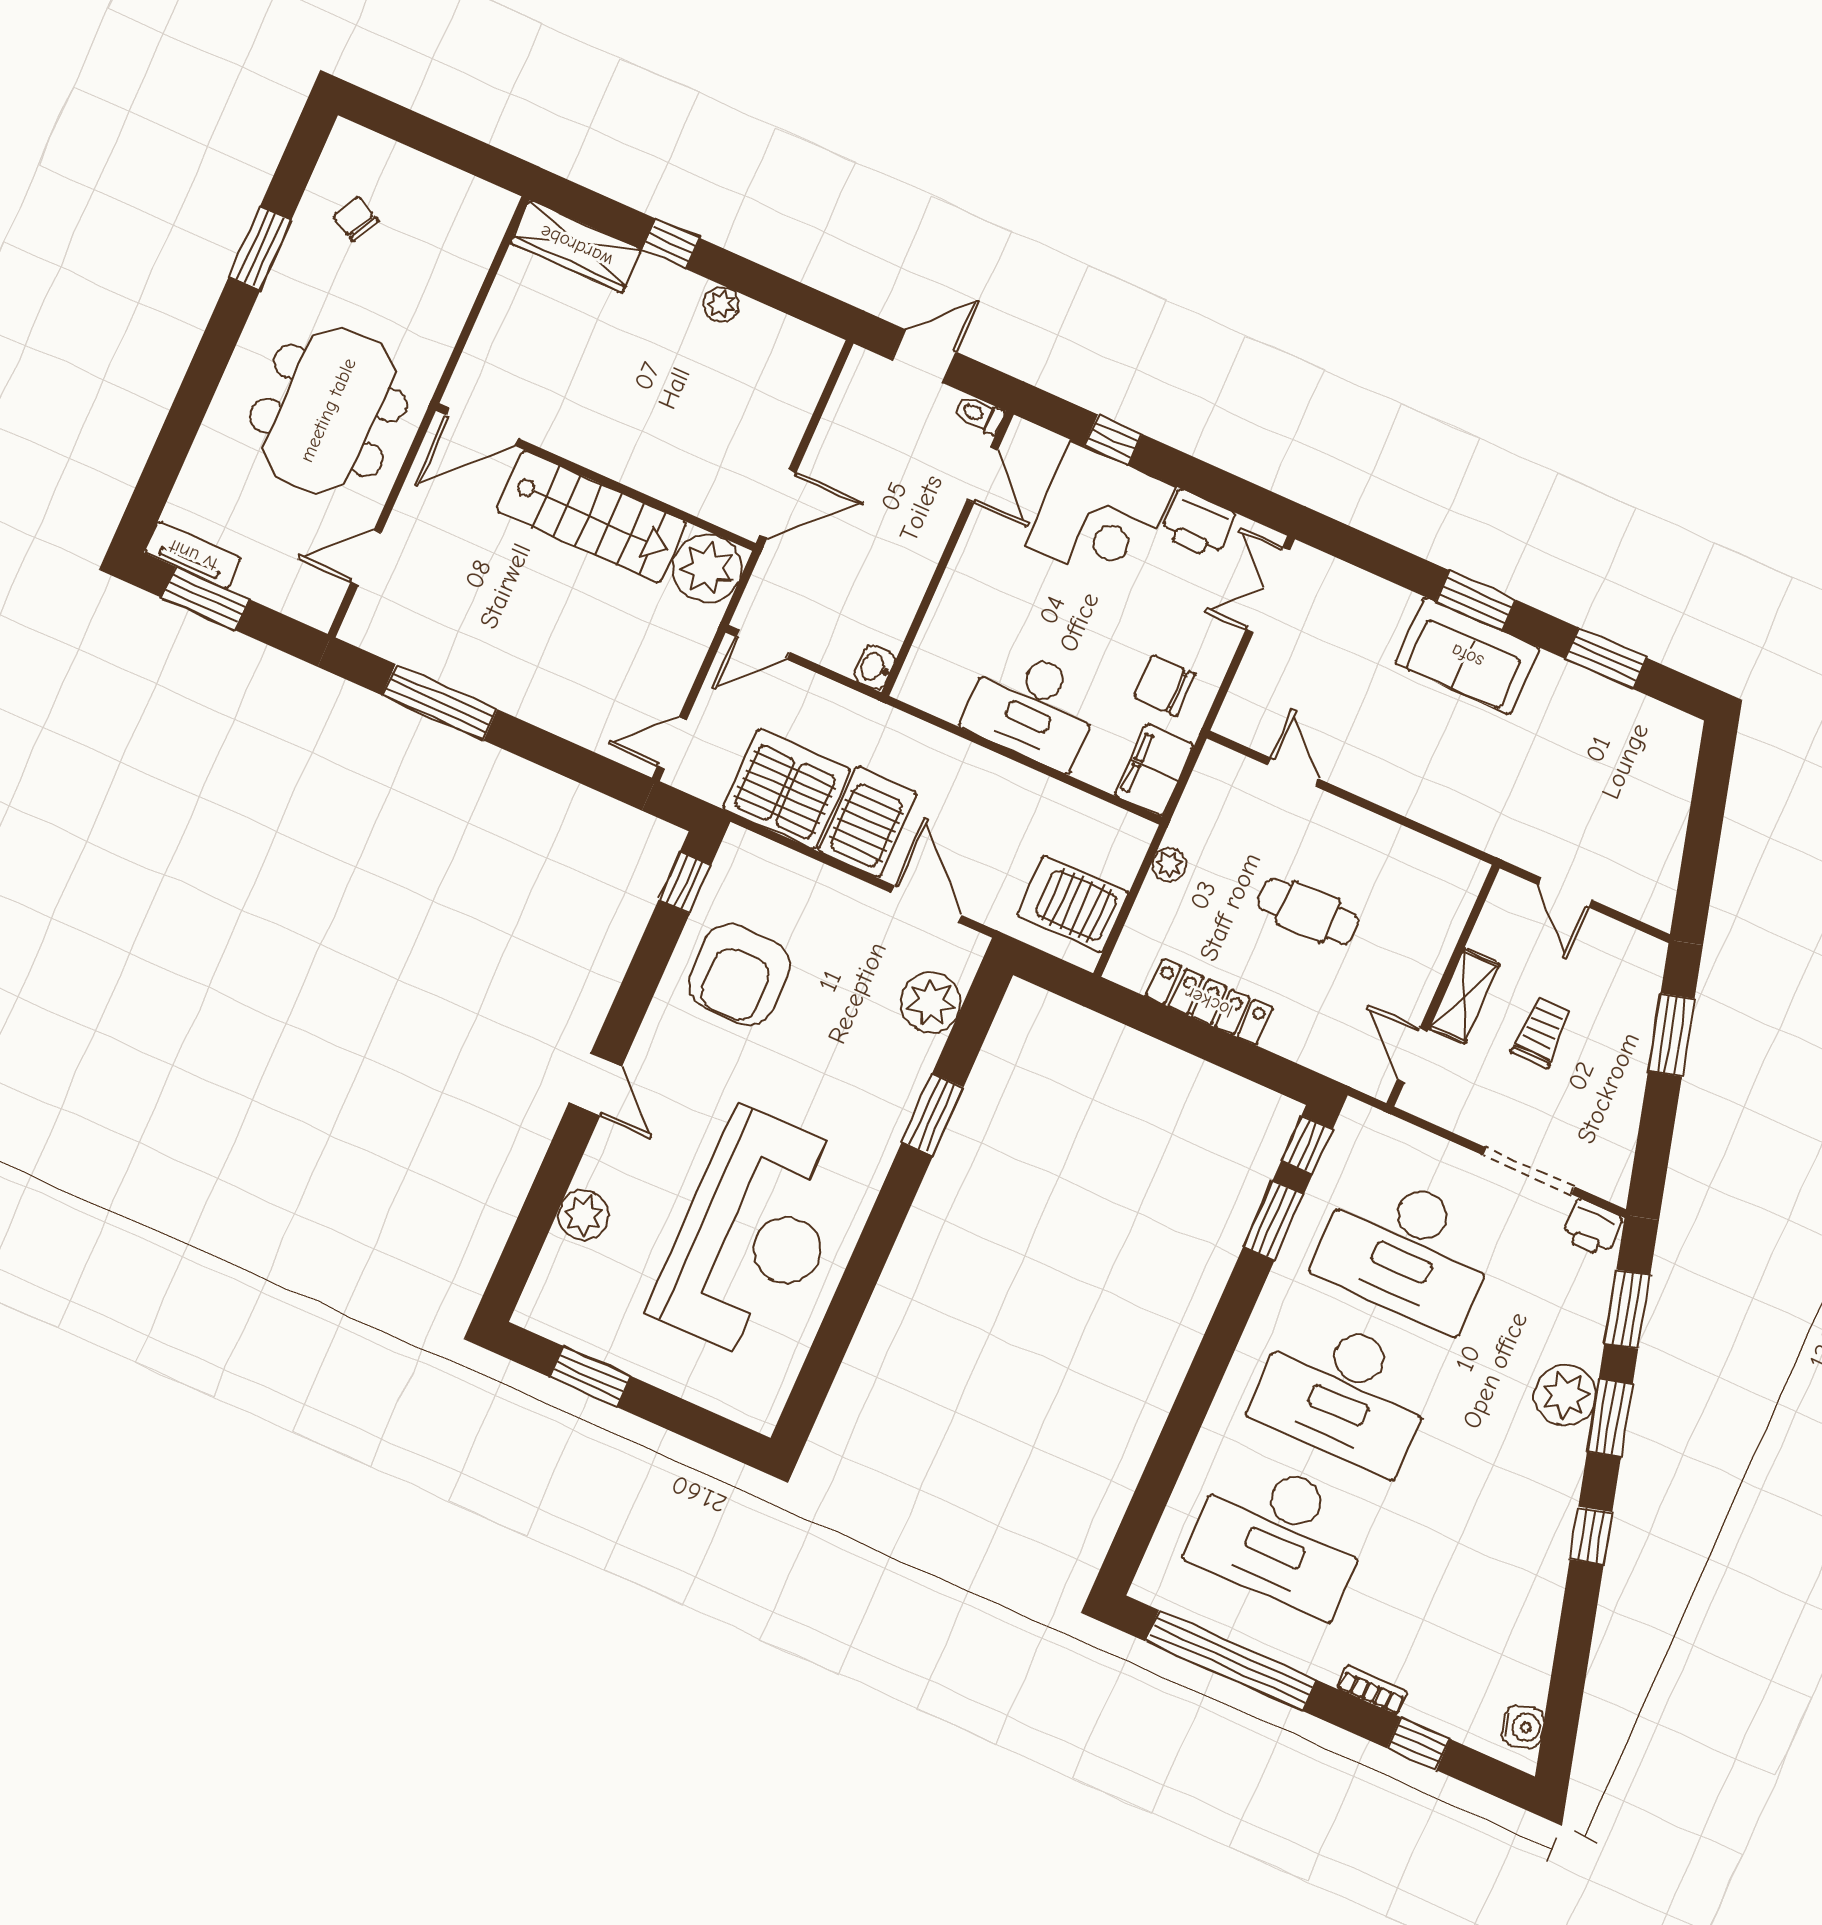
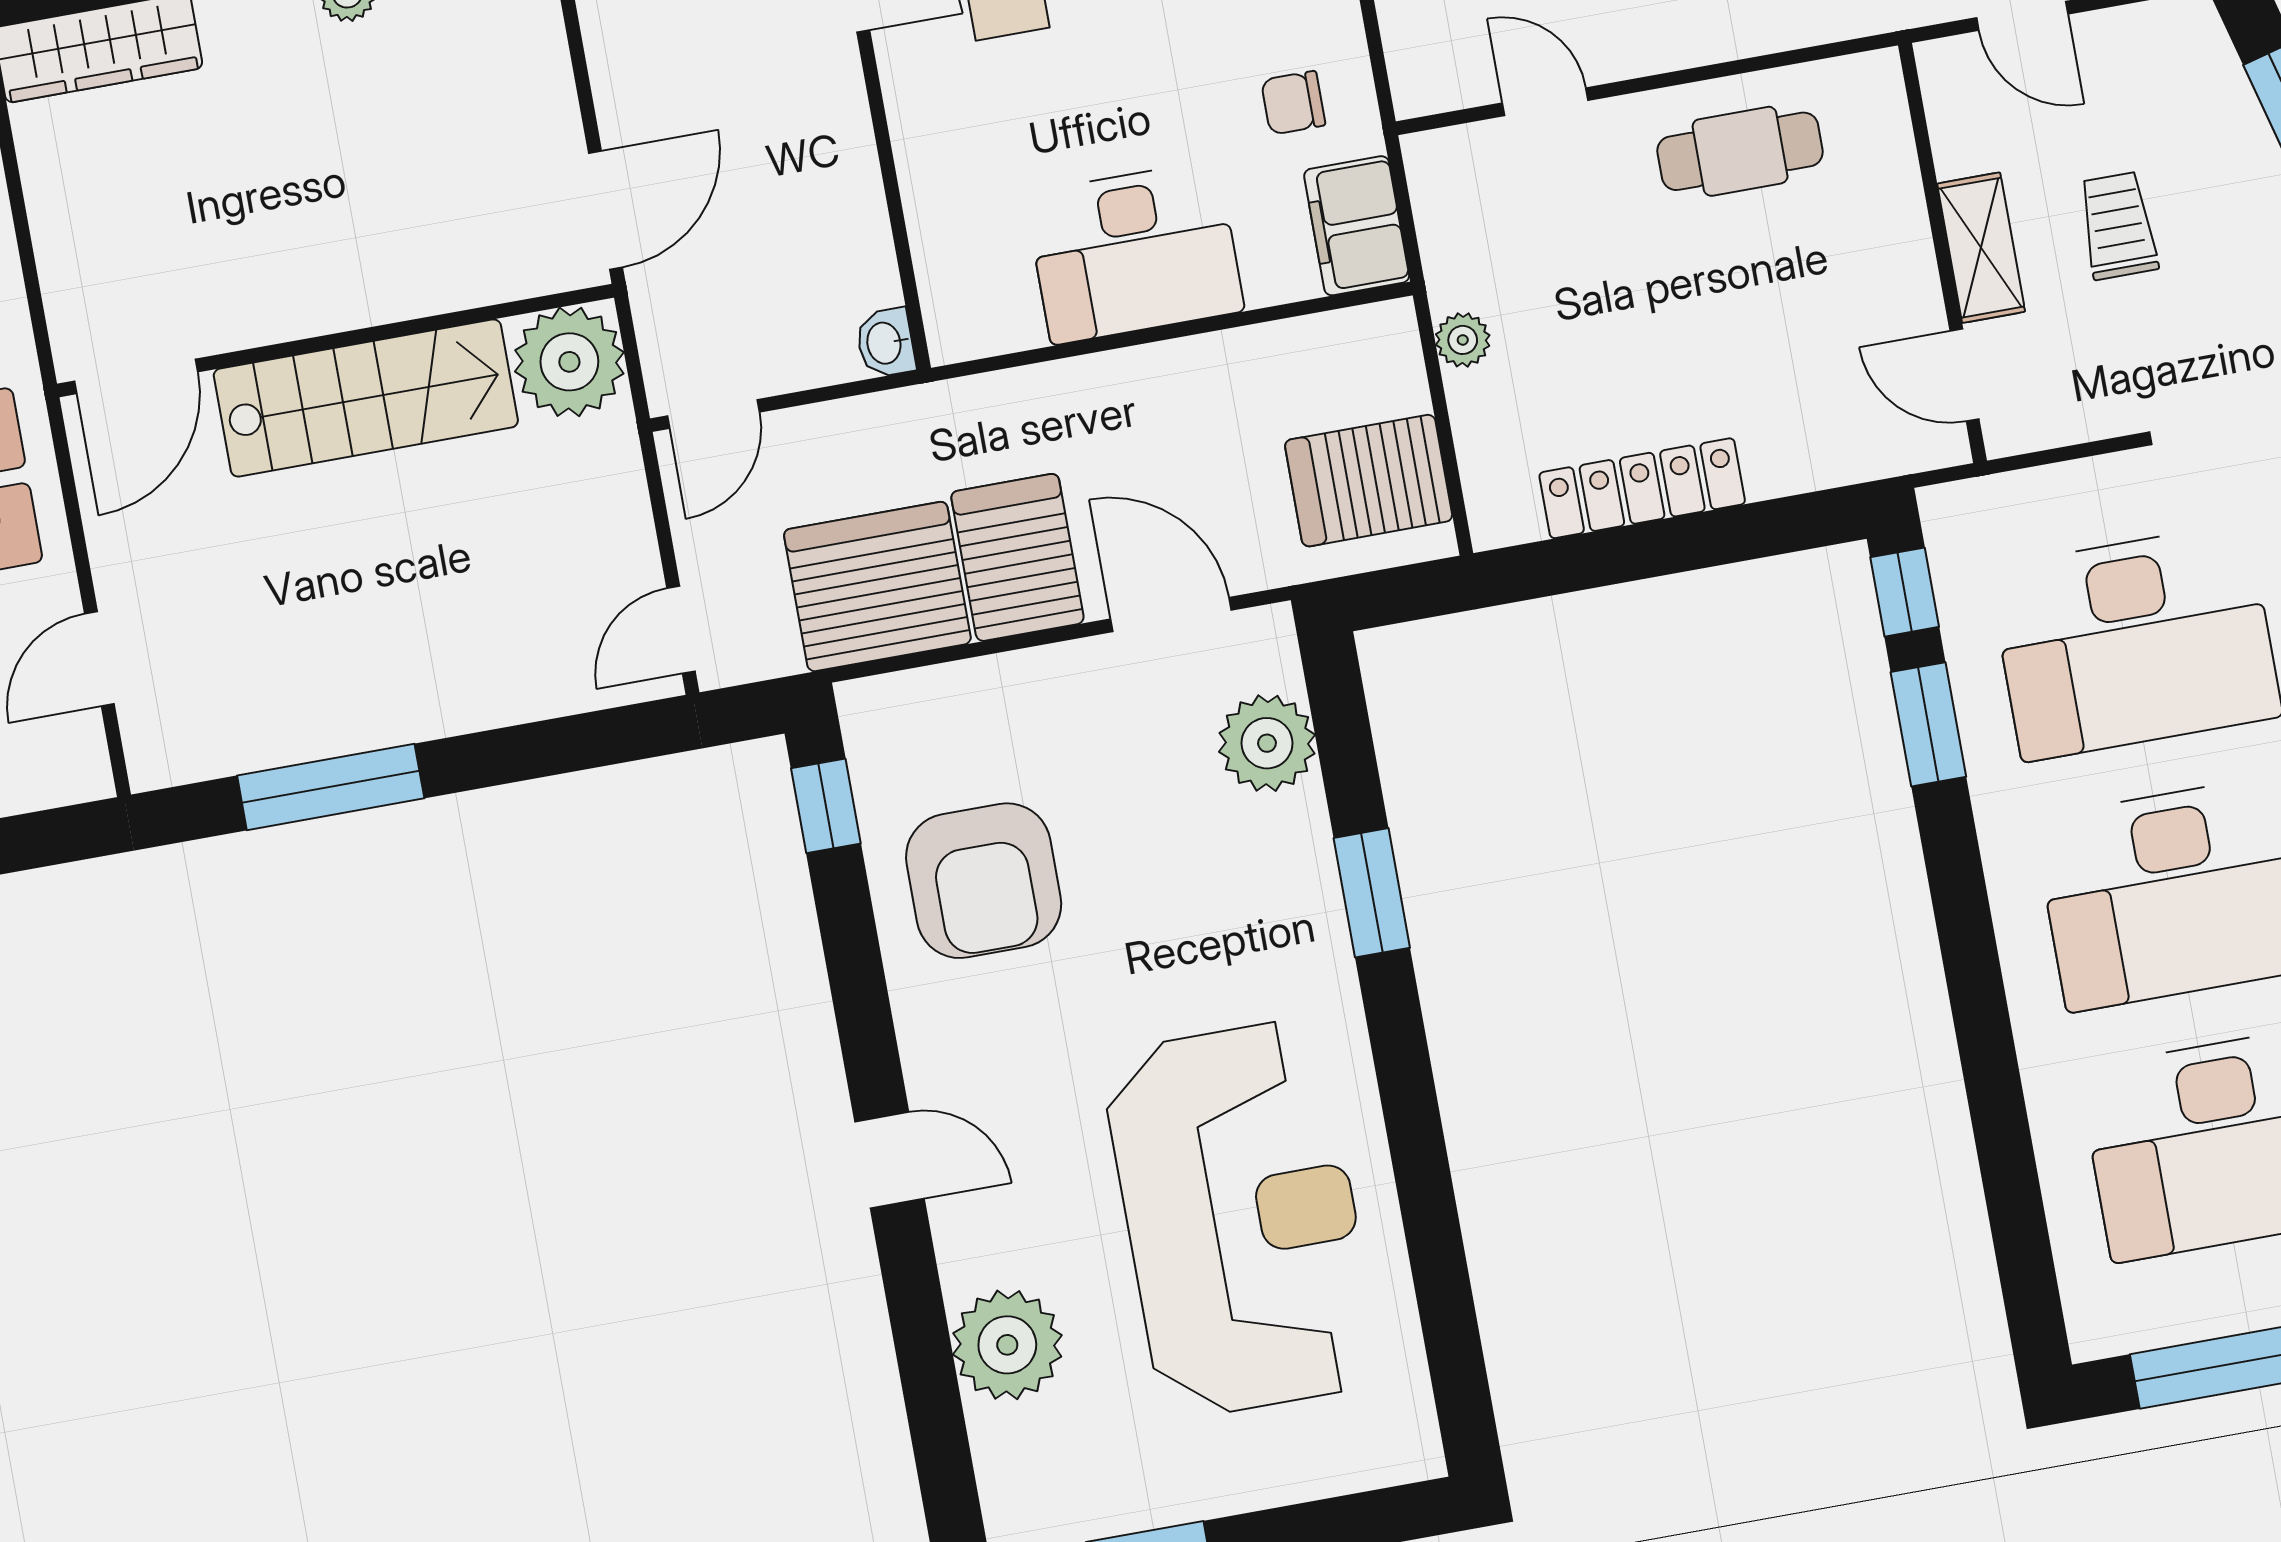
chair: (1165, 686) -> (1293, 103), width x0.73, depth x0.73
cafe table: (1308, 912) -> (1740, 151), moved
plant: (583, 1215) -> (1007, 1345), width x1.36, depth x1.36

